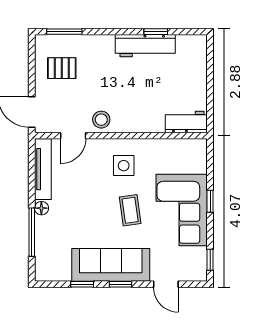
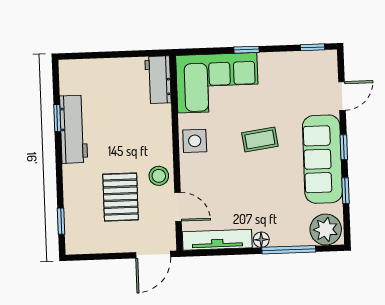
window: (64, 32) -> (61, 221), width x0.67
pallet: (62, 68) -> (121, 197), moved, width x1.50, depth x1.42
side table: (124, 166) -> (195, 141), moved
corner sofa: (182, 210) -> (217, 83), moved
plant: (48, 265) -> (326, 230), added

